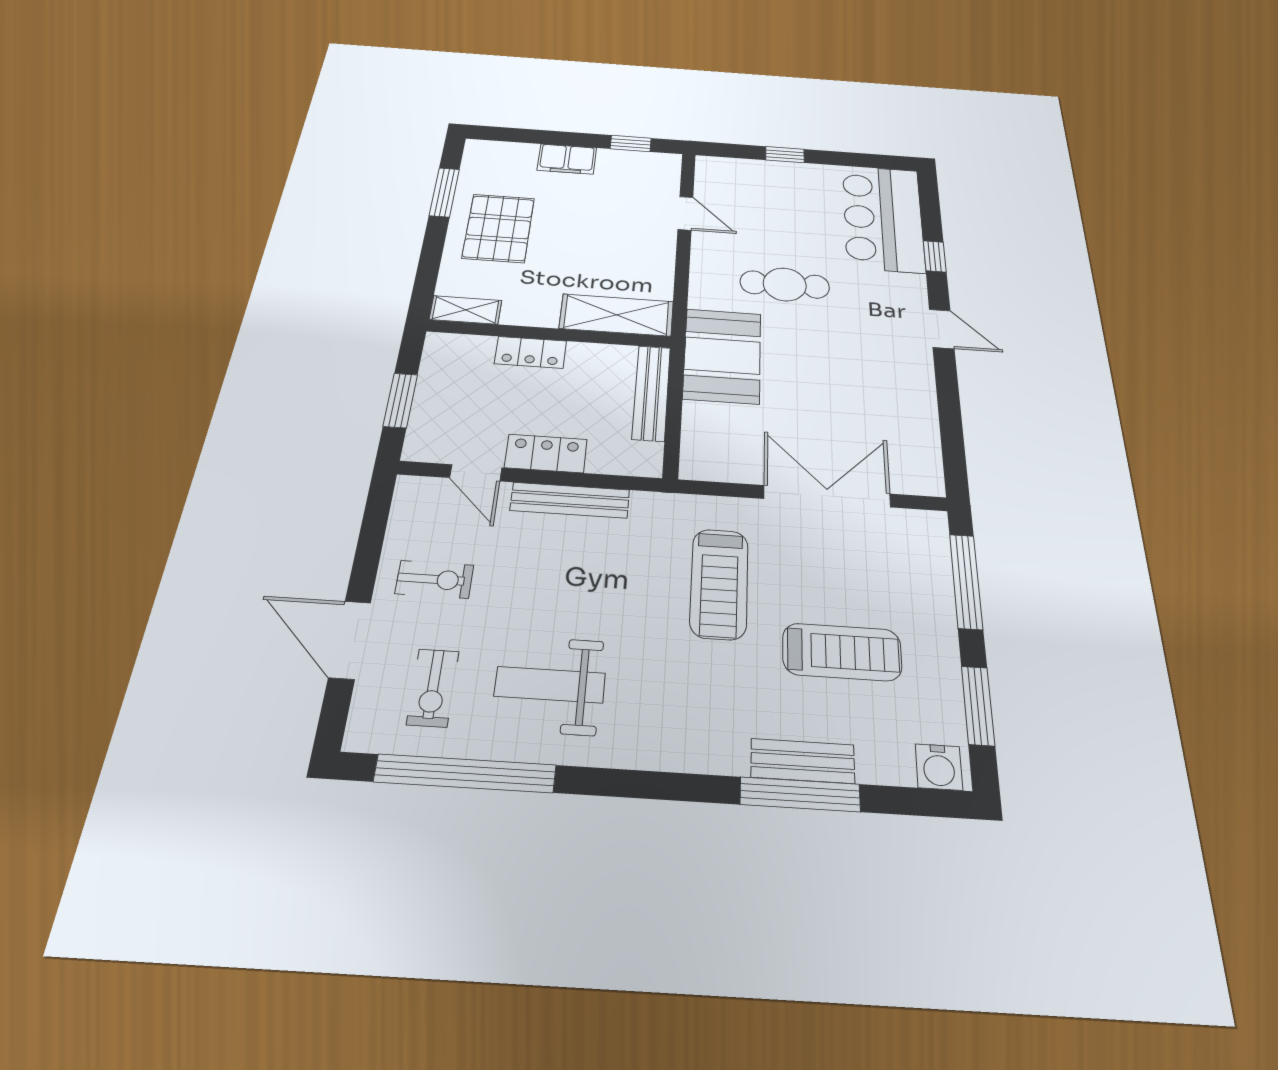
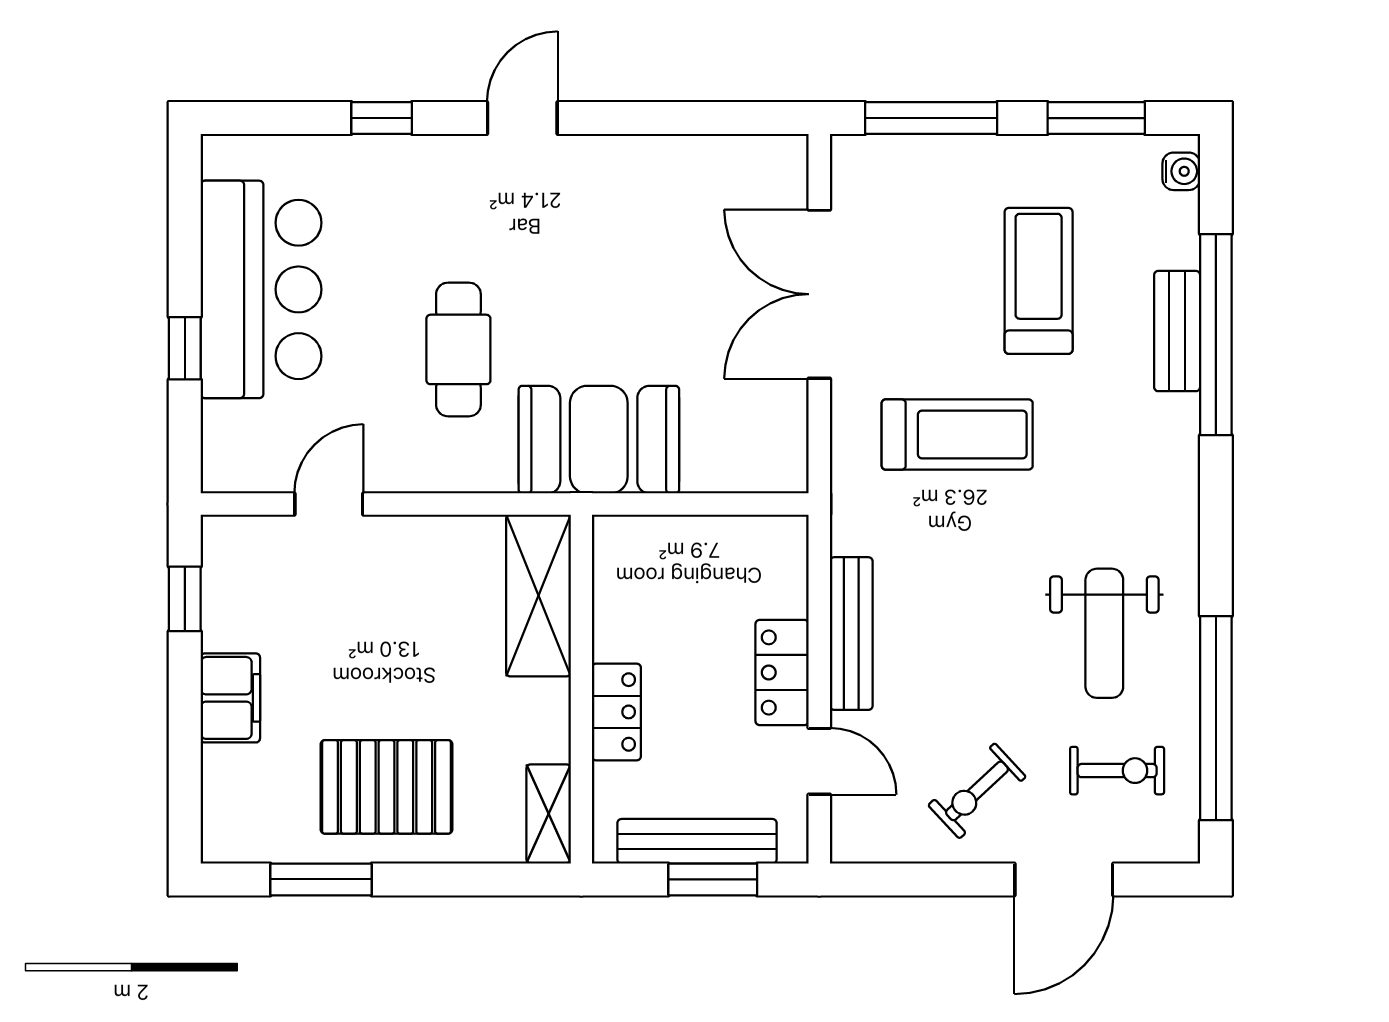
bar counter: (883, 218) -> (261, 289), moved, turned -90
bench: (651, 393) -> (697, 841), moved
door: (476, 473) -> (819, 761), hinge flipped
exercise bike: (434, 579) -> (977, 791), turned -133
water cooler: (939, 767) -> (1181, 171), width x0.72, depth x0.72
window: (800, 794) -> (1216, 335), width x1.46

